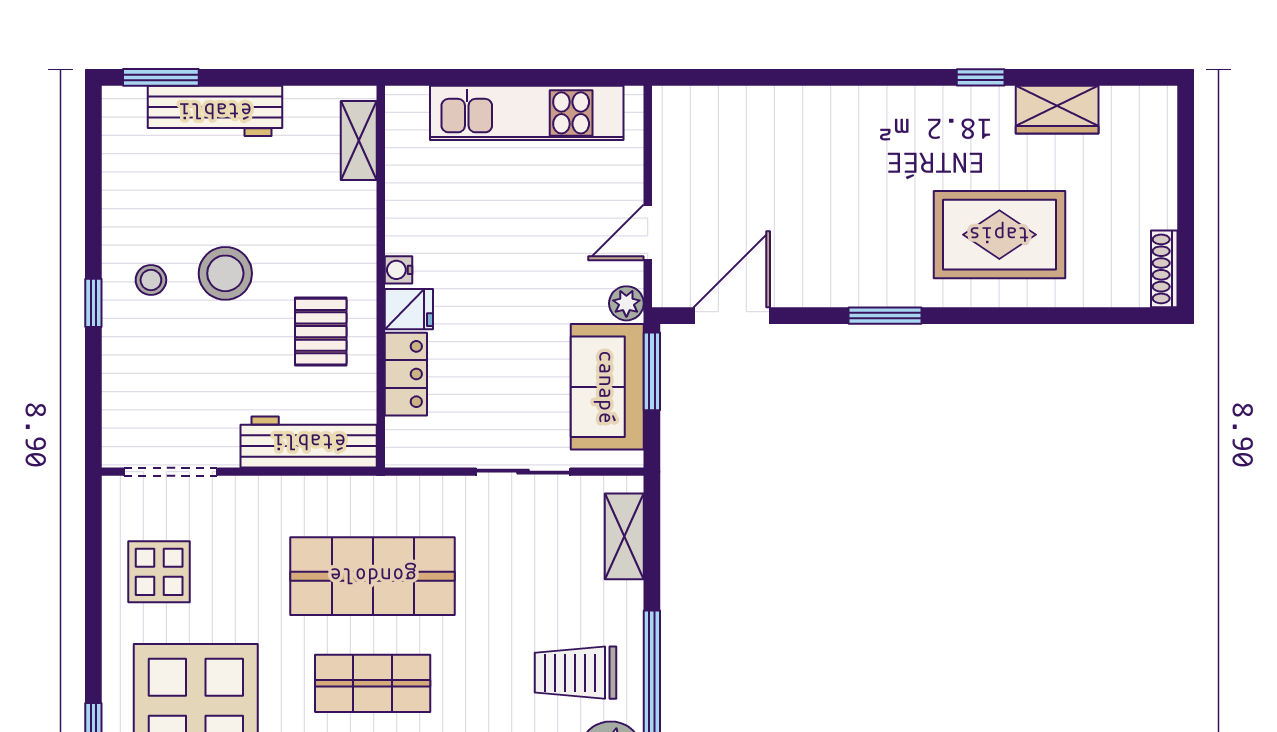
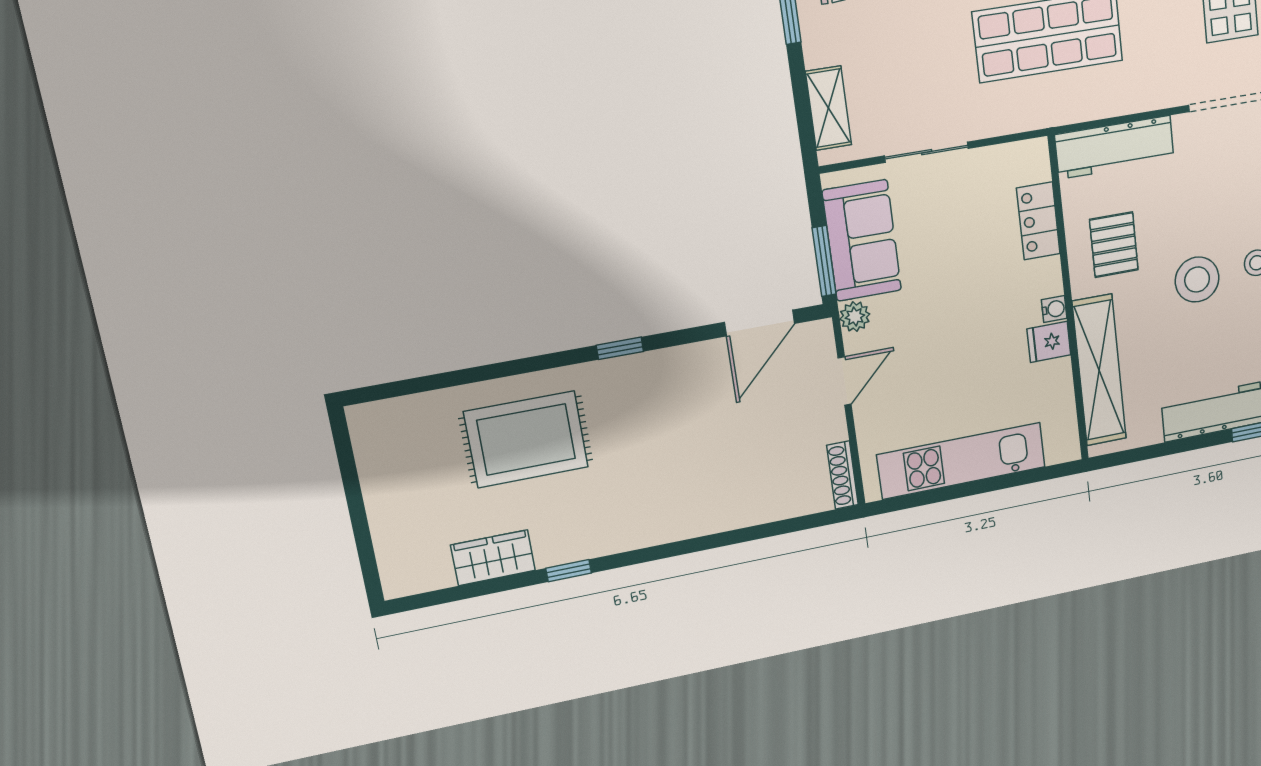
shelving: (359, 140) -> (1099, 370), width x2.20, depth x1.33
shoe rack: (1164, 269) -> (842, 475), moved, turned 180
fridge: (409, 309) -> (1049, 342), moved
window: (885, 316) -> (620, 348), width x0.67

